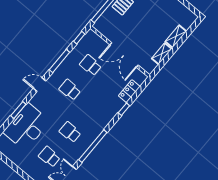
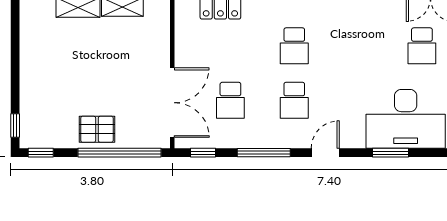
double door: (124, 55) -> (172, 103), moved
door: (40, 85) -> (325, 153), swing flipped
school desk: (70, 132) -> (294, 46), moved

